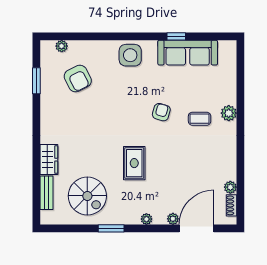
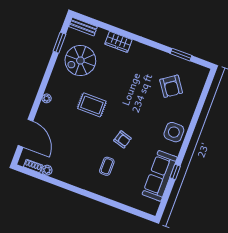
plant: (62, 46) -> (200, 83), removed
armchair: (78, 78) -> (171, 86), turned -98
plant: (229, 113) -> (103, 190), removed
bench: (47, 193) -> (83, 27), moved
plant: (173, 219) -> (39, 118), removed
window: (111, 228) -> (59, 43), moved

